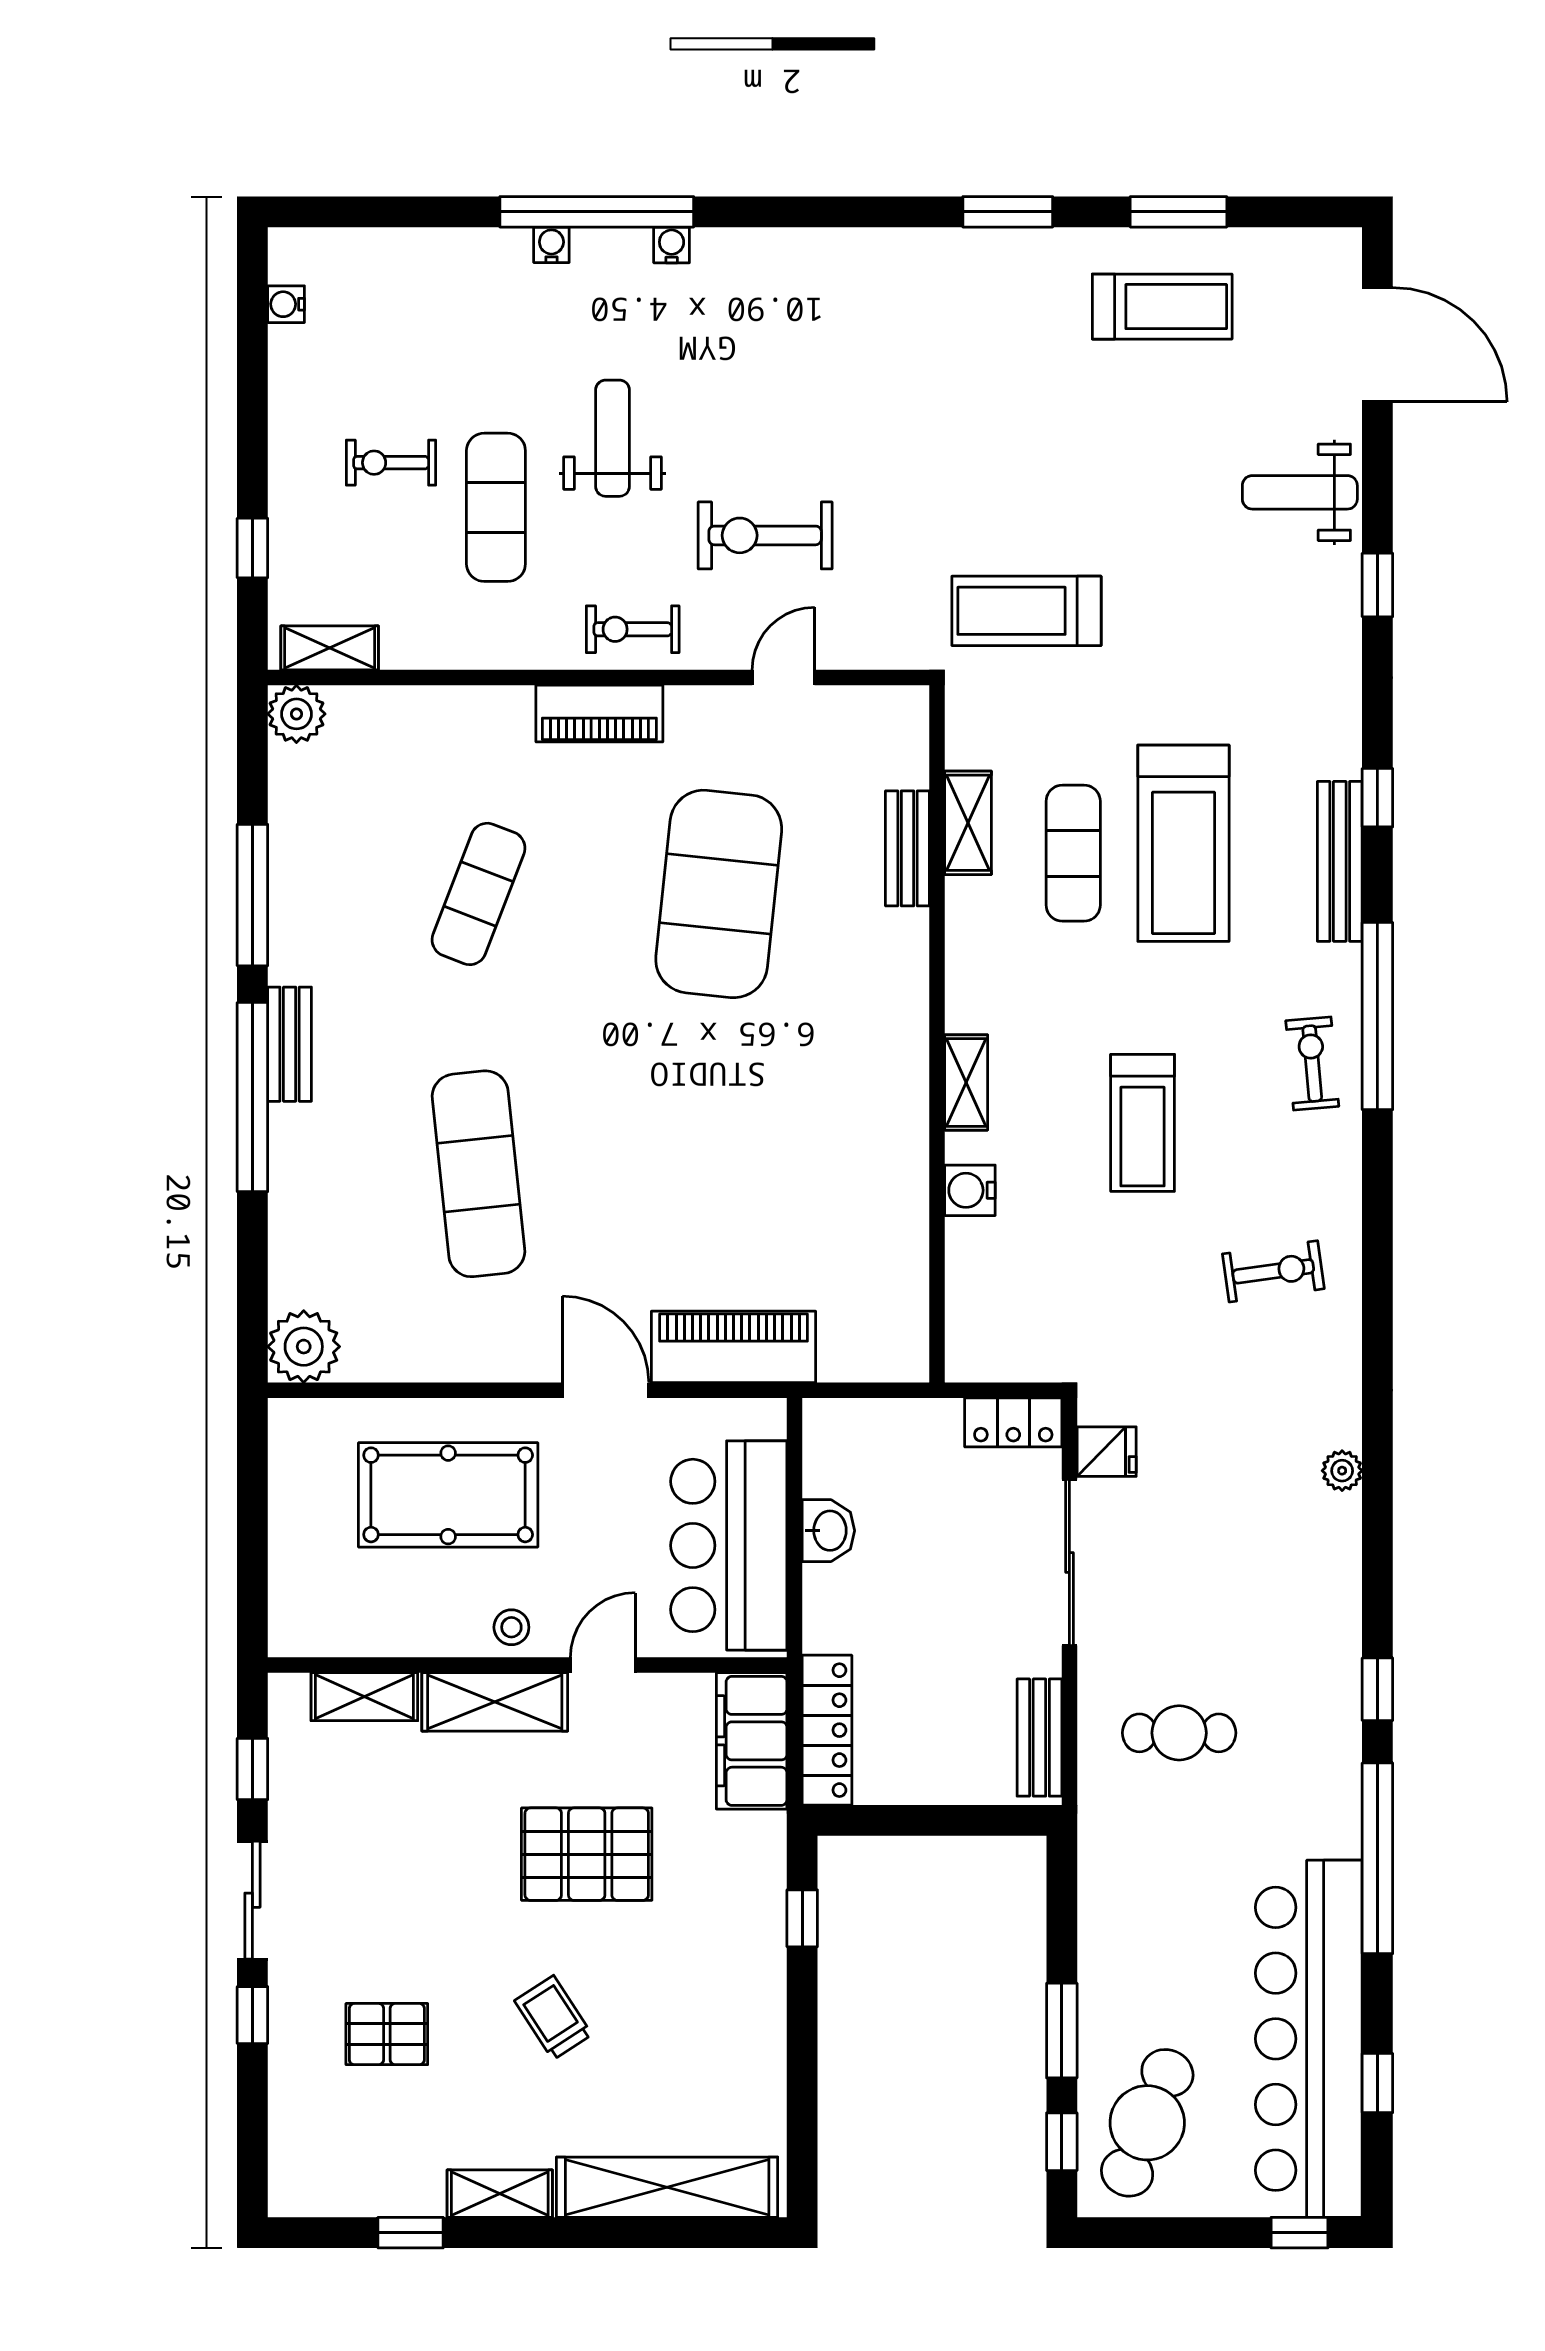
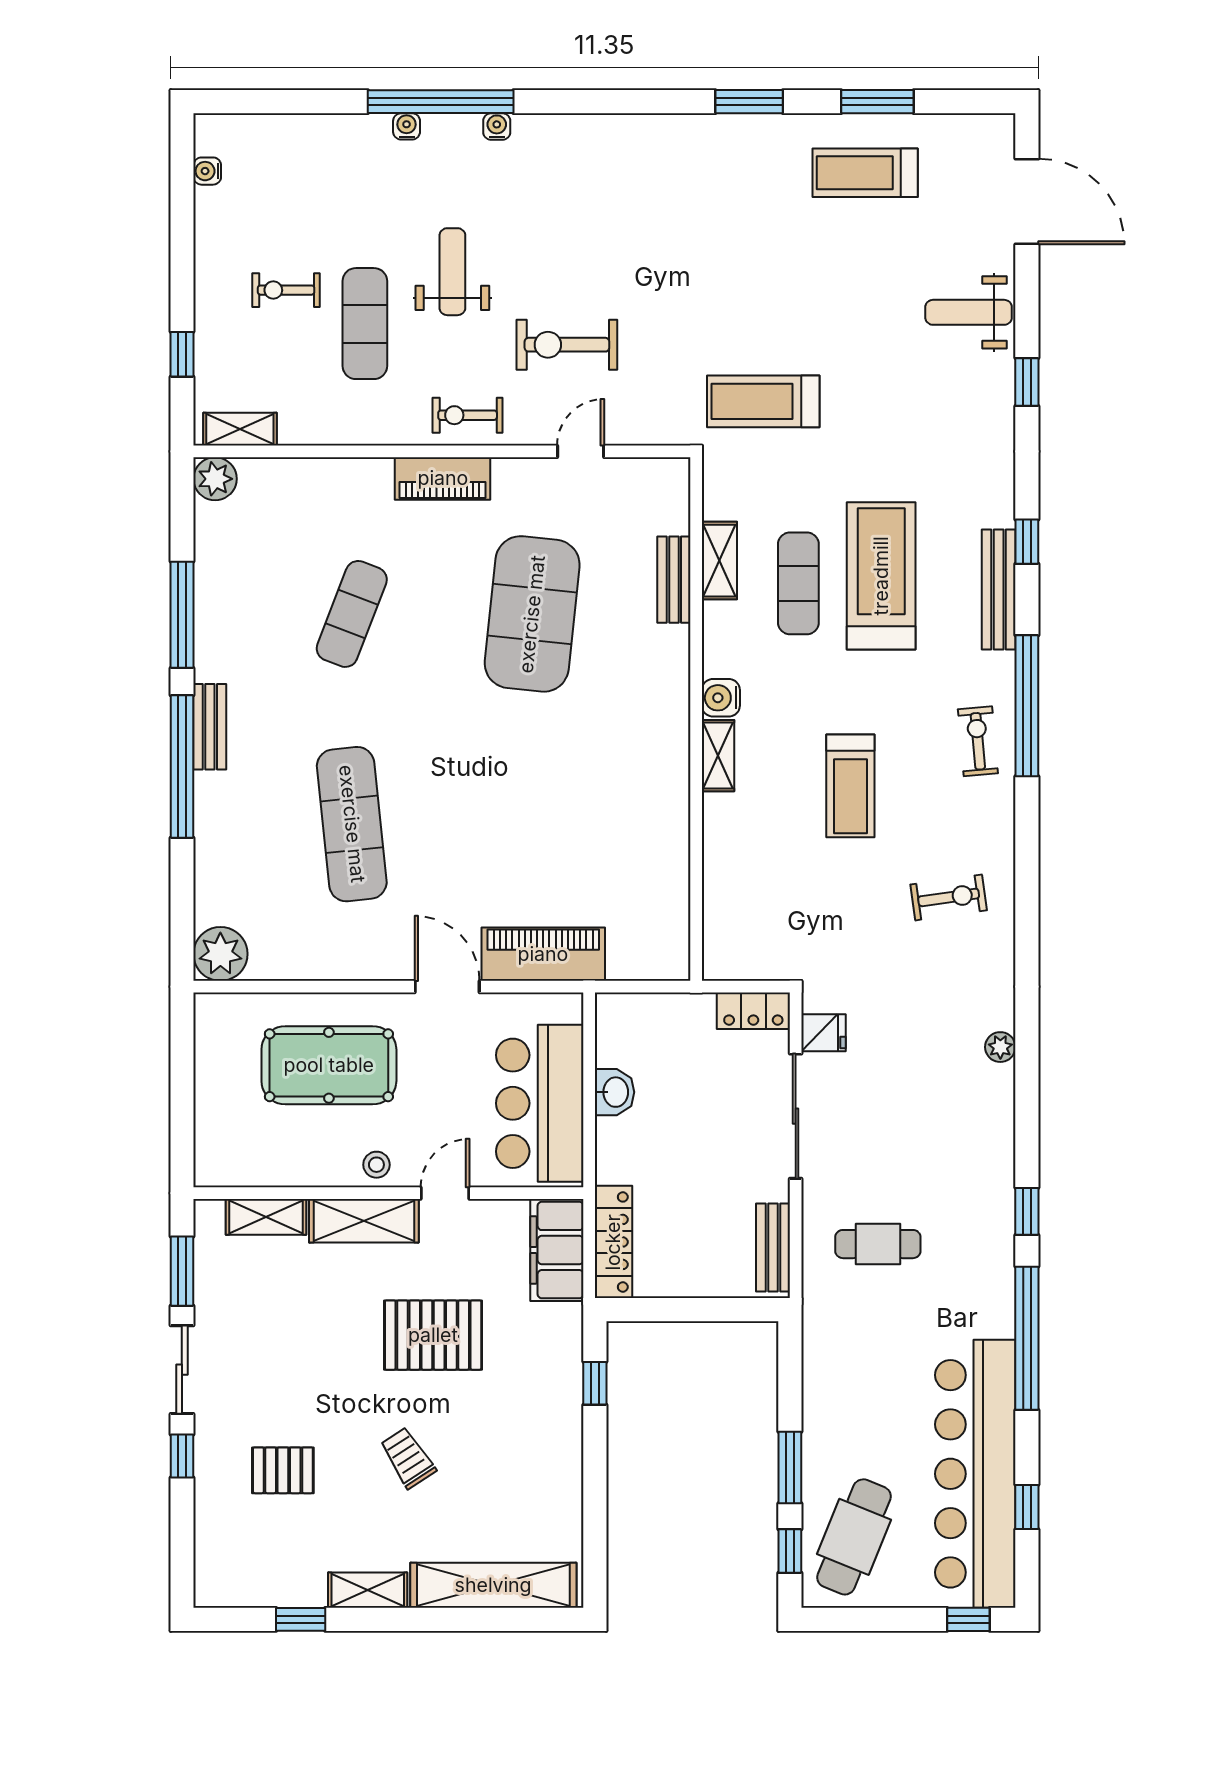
treadmill: (1162, 307) -> (865, 173), turned 180
treadmill: (1183, 843) -> (881, 576), turned 180
water cooler: (970, 1190) -> (721, 698), moved
window: (252, 1769) -> (182, 1271), width x1.50

